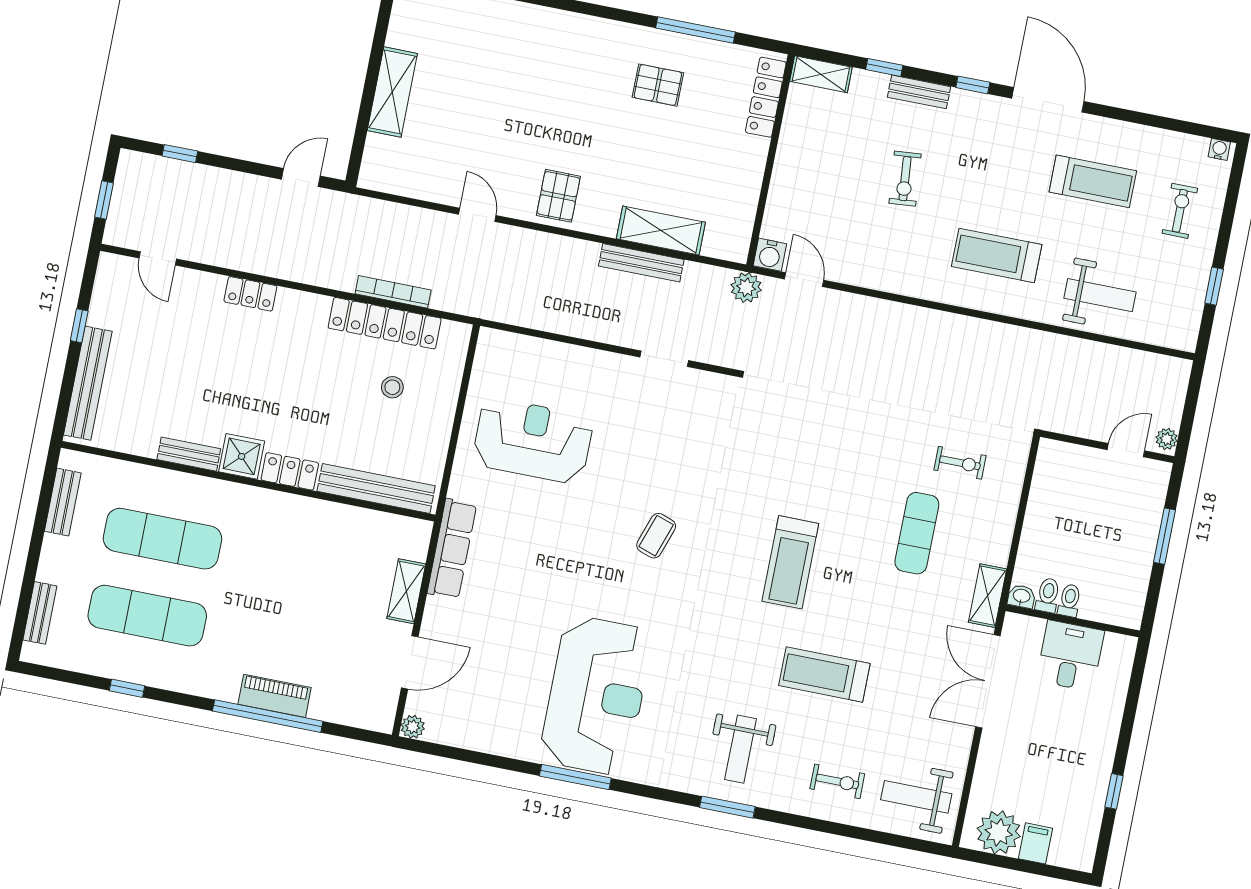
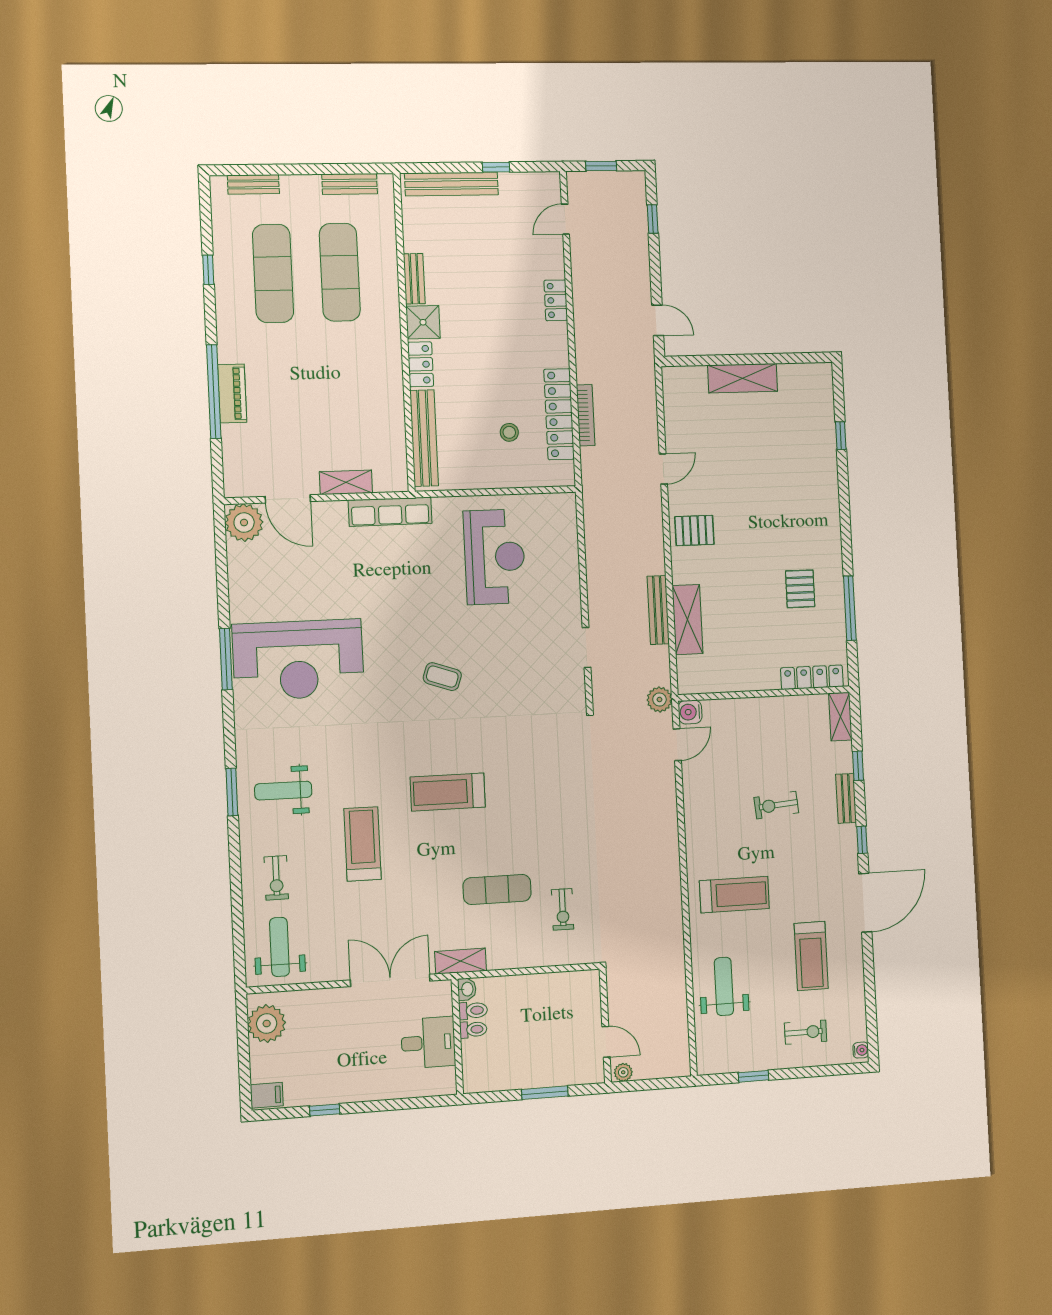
treadmill: (997, 255) -> (734, 895), turned 90
weight bench: (1100, 295) -> (724, 986), turned 180
plant: (413, 727) -> (244, 523), width x1.87, depth x1.87
filing cabinet: (1035, 843) -> (267, 1095), moved

